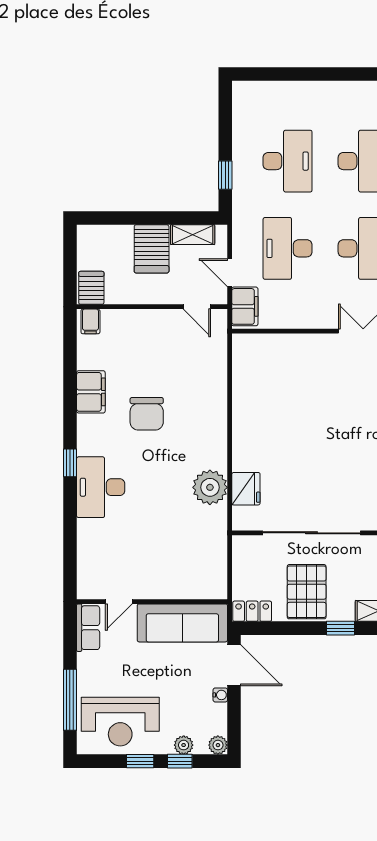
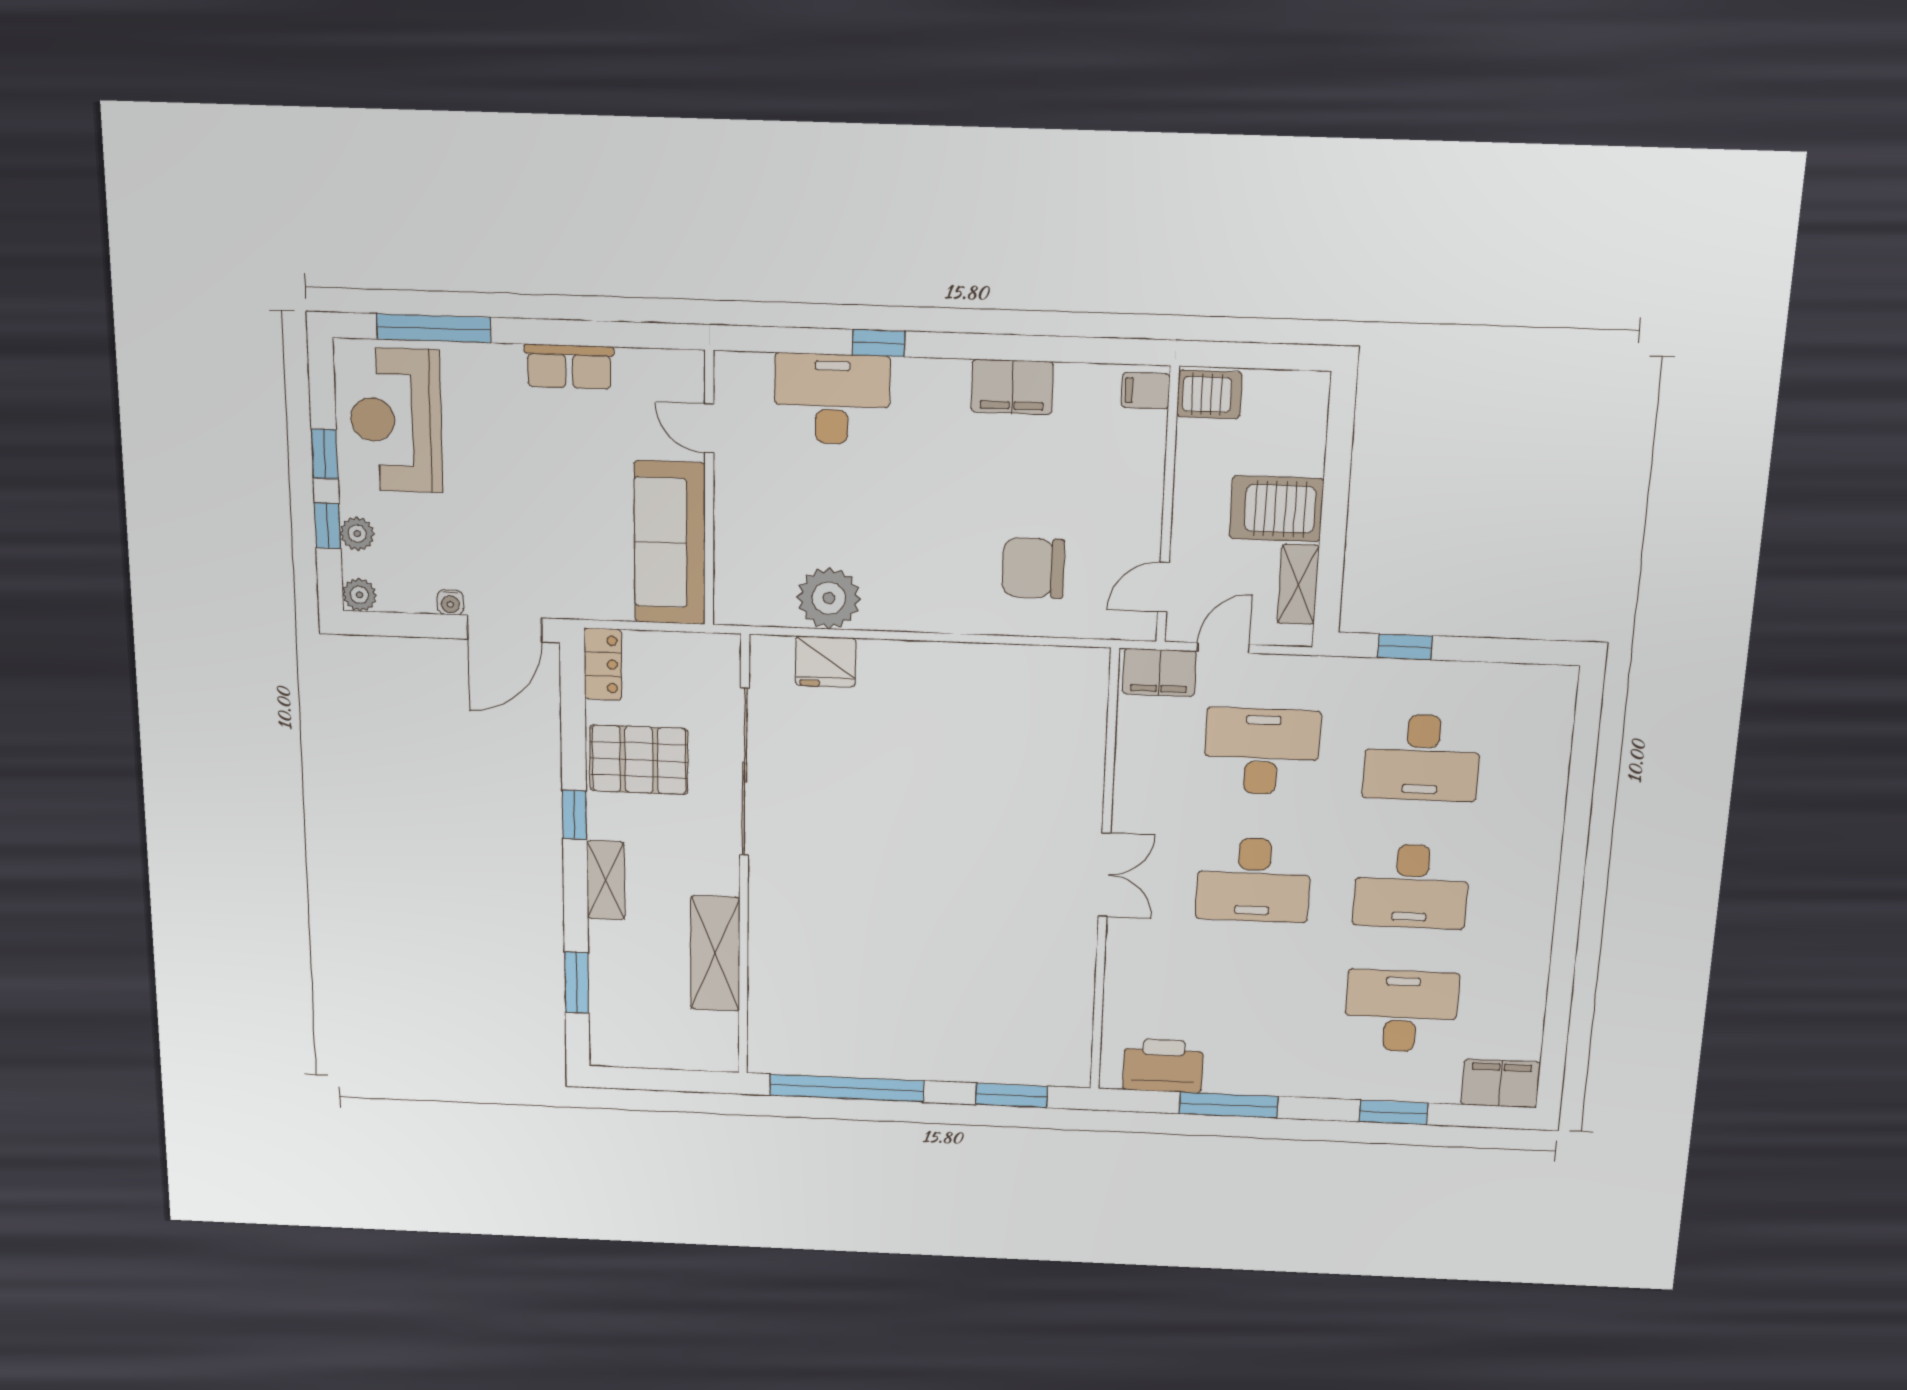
chair: (147, 414) -> (1033, 568), moved
door: (119, 602) -> (709, 428), moved
wall: (152, 602) -> (709, 489), moved
sofa: (182, 623) -> (670, 543), moved

